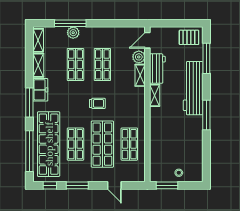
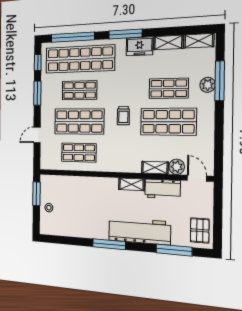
shop shelf: (102, 64) -> (168, 122), width x1.43, depth x1.36

